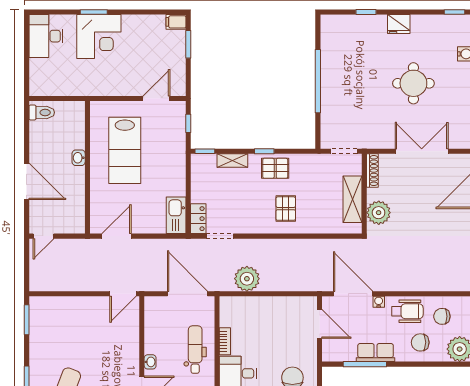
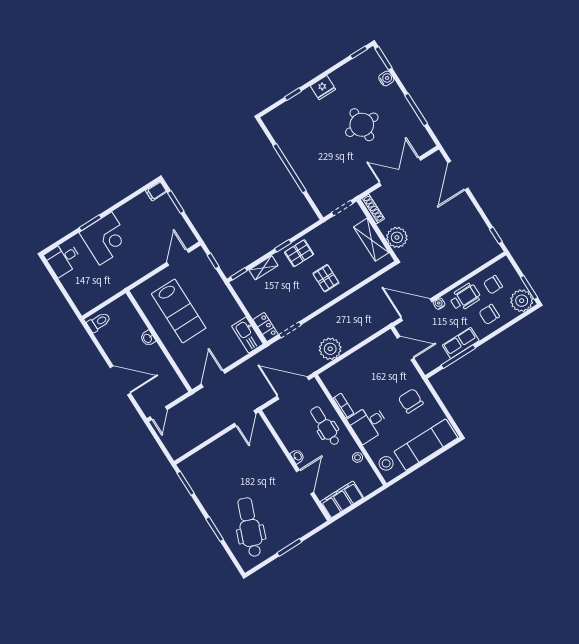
desk: (46, 36) -> (63, 259), width x0.73

